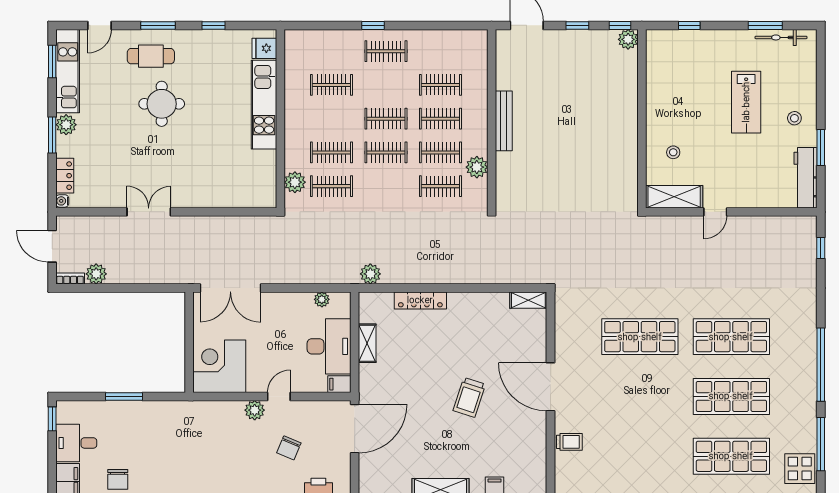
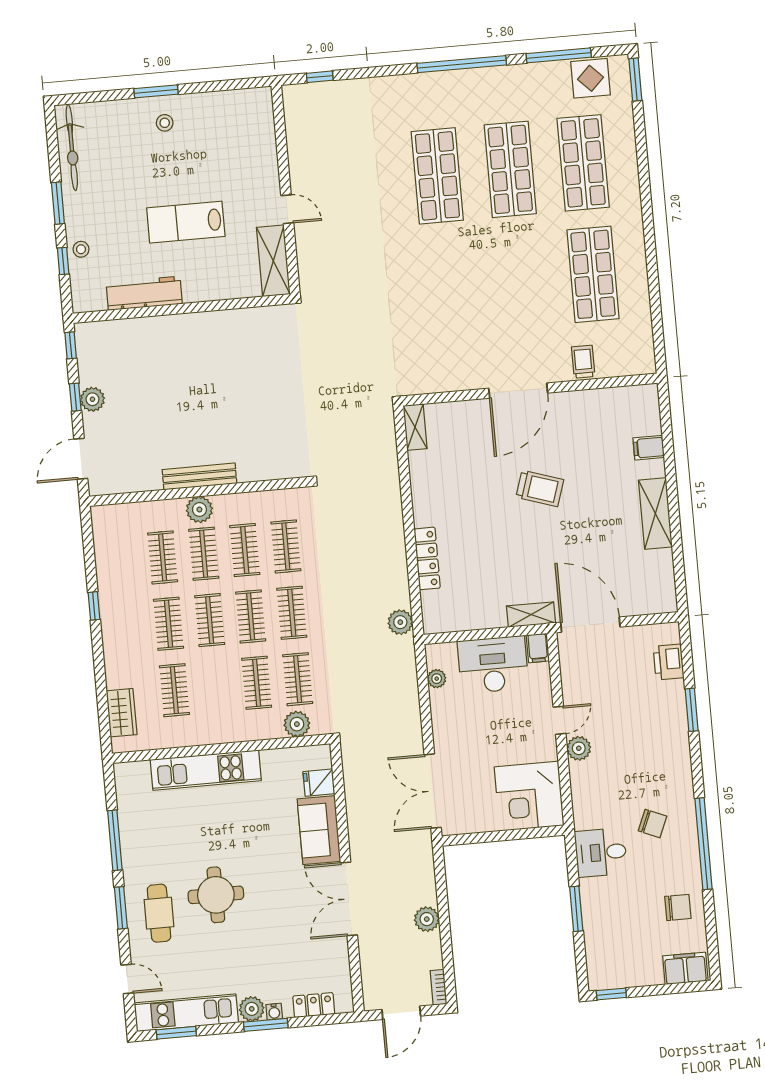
window: (213, 25) -> (115, 840), width x2.17
window: (373, 25) -> (94, 606), moved
window: (765, 25) -> (58, 203), moved
bicycle: (781, 37) -> (72, 148), width x1.37, depth x1.40
plant: (628, 39) -> (92, 399), moved
wardrobe: (317, 40) -> (122, 713), added
fridge: (264, 48) -> (319, 783), moved, turned 90
clothes rail: (386, 51) -> (169, 624), moved
lab bench: (746, 102) -> (186, 222), moved, turned 180
window: (821, 148) -> (156, 91), moved
stool: (673, 152) -> (81, 249), moved
plant: (477, 167) -> (199, 509), moved
workbench: (805, 178) -> (144, 293), moved, turned 180
clothes rail: (386, 186) -> (292, 613), added
sofa: (207, 193) -> (319, 830), added
water cooler: (62, 201) -> (274, 1012), moved
double door: (149, 212) -> (349, 899), width x1.37
plant: (96, 274) -> (427, 919), moved
double door: (230, 288) -> (433, 791), swing flipped
shop shelf: (640, 337) -> (593, 274), moved
shelving: (367, 343) -> (531, 615), moved
door: (279, 396) -> (559, 720), swing flipped
desk: (76, 443) -> (601, 852), moved, turned 90
chair: (289, 448) -> (653, 824), moved

